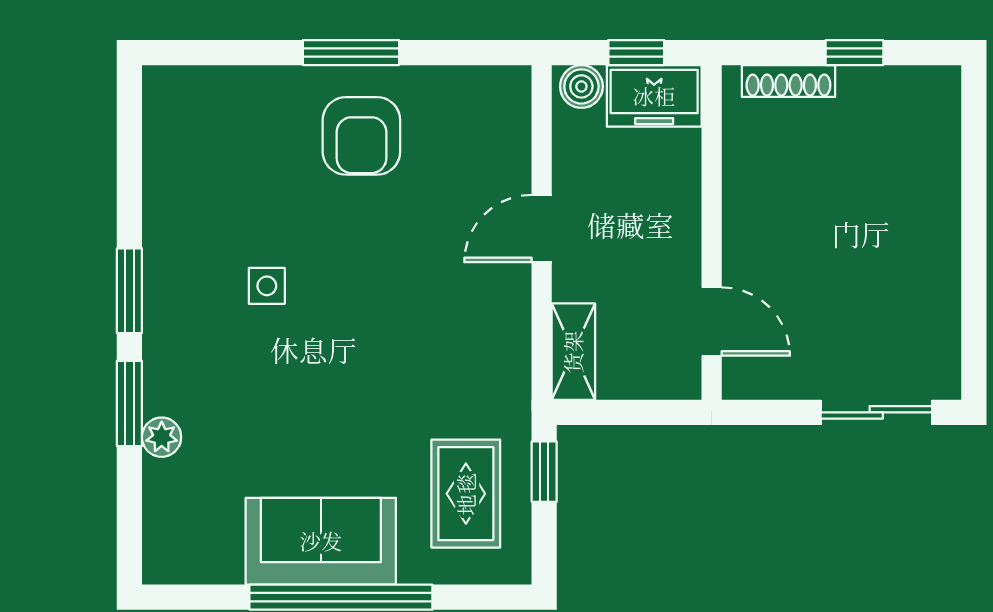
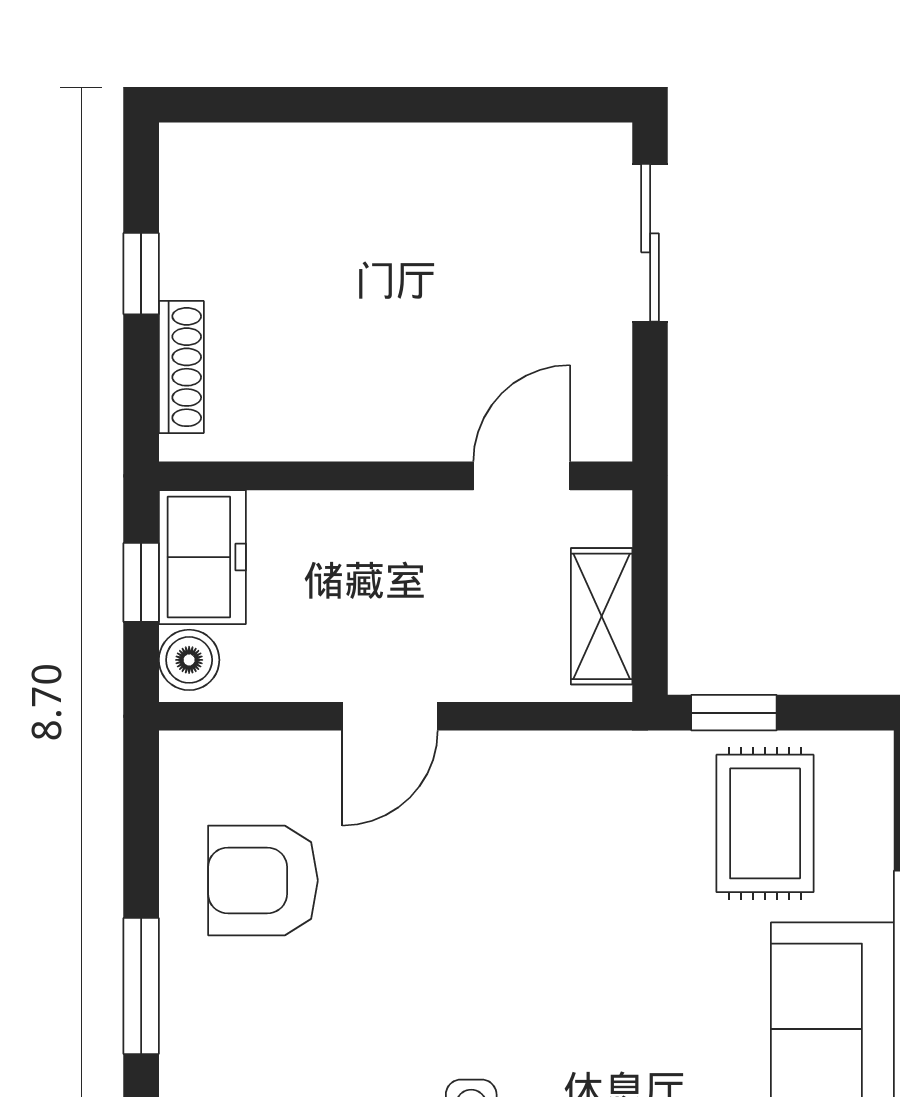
armchair: (361, 136) -> (263, 880), moved, turned 180
door: (542, 229) -> (390, 716), hinge flipped
shelving: (573, 352) -> (602, 616), moved, turned 90
rug: (466, 494) -> (765, 823), turned 90

